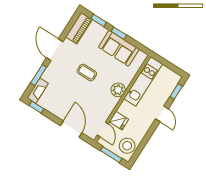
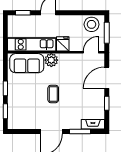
piano: (79, 28) -> (22, 123), removed
sofa: (119, 48) -> (27, 63), moved, turned 90
window: (36, 107) -> (107, 103), moved
fridge: (119, 121) -> (63, 44), moved

